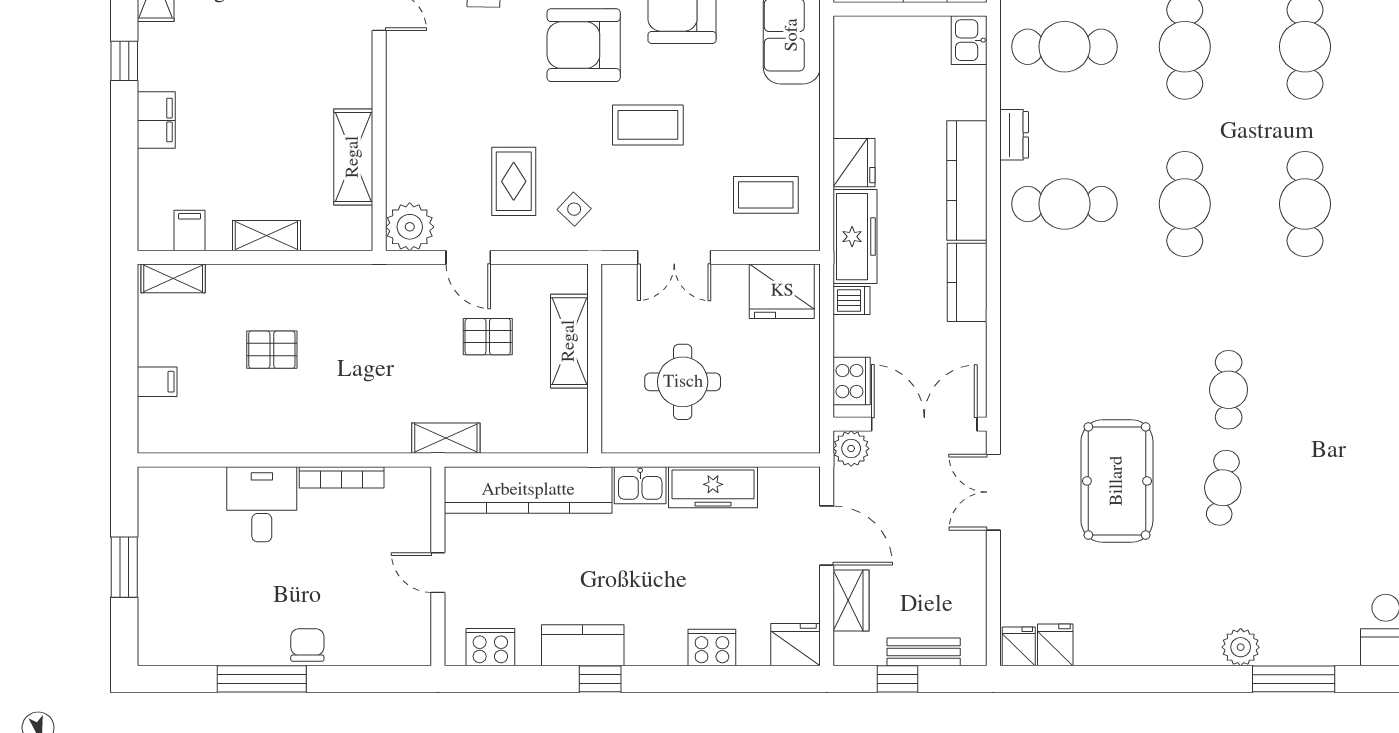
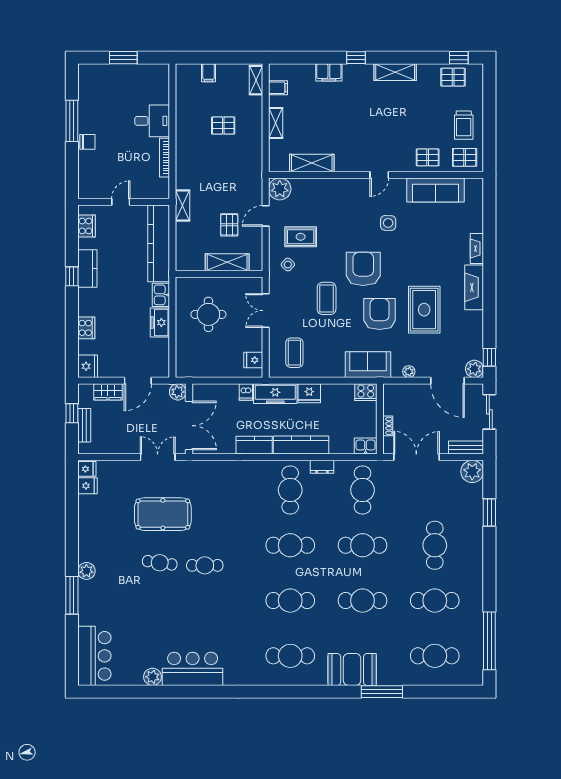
fridge: (782, 291) -> (253, 360), width x0.53, depth x0.75
pallet: (272, 350) -> (223, 126), turned 90
cooker: (852, 381) -> (366, 392), moved
freezer: (713, 487) -> (160, 323), width x0.71

